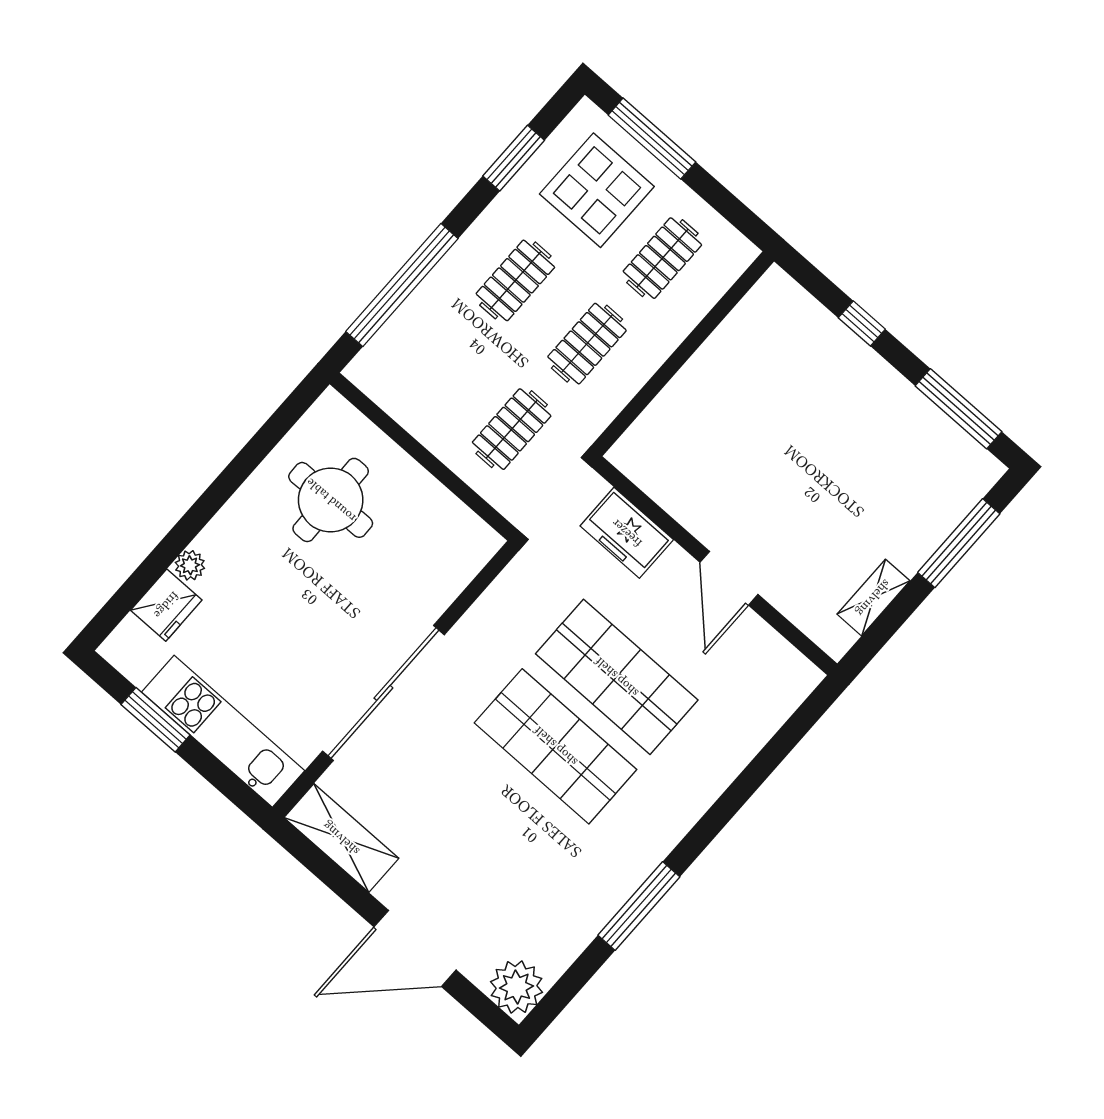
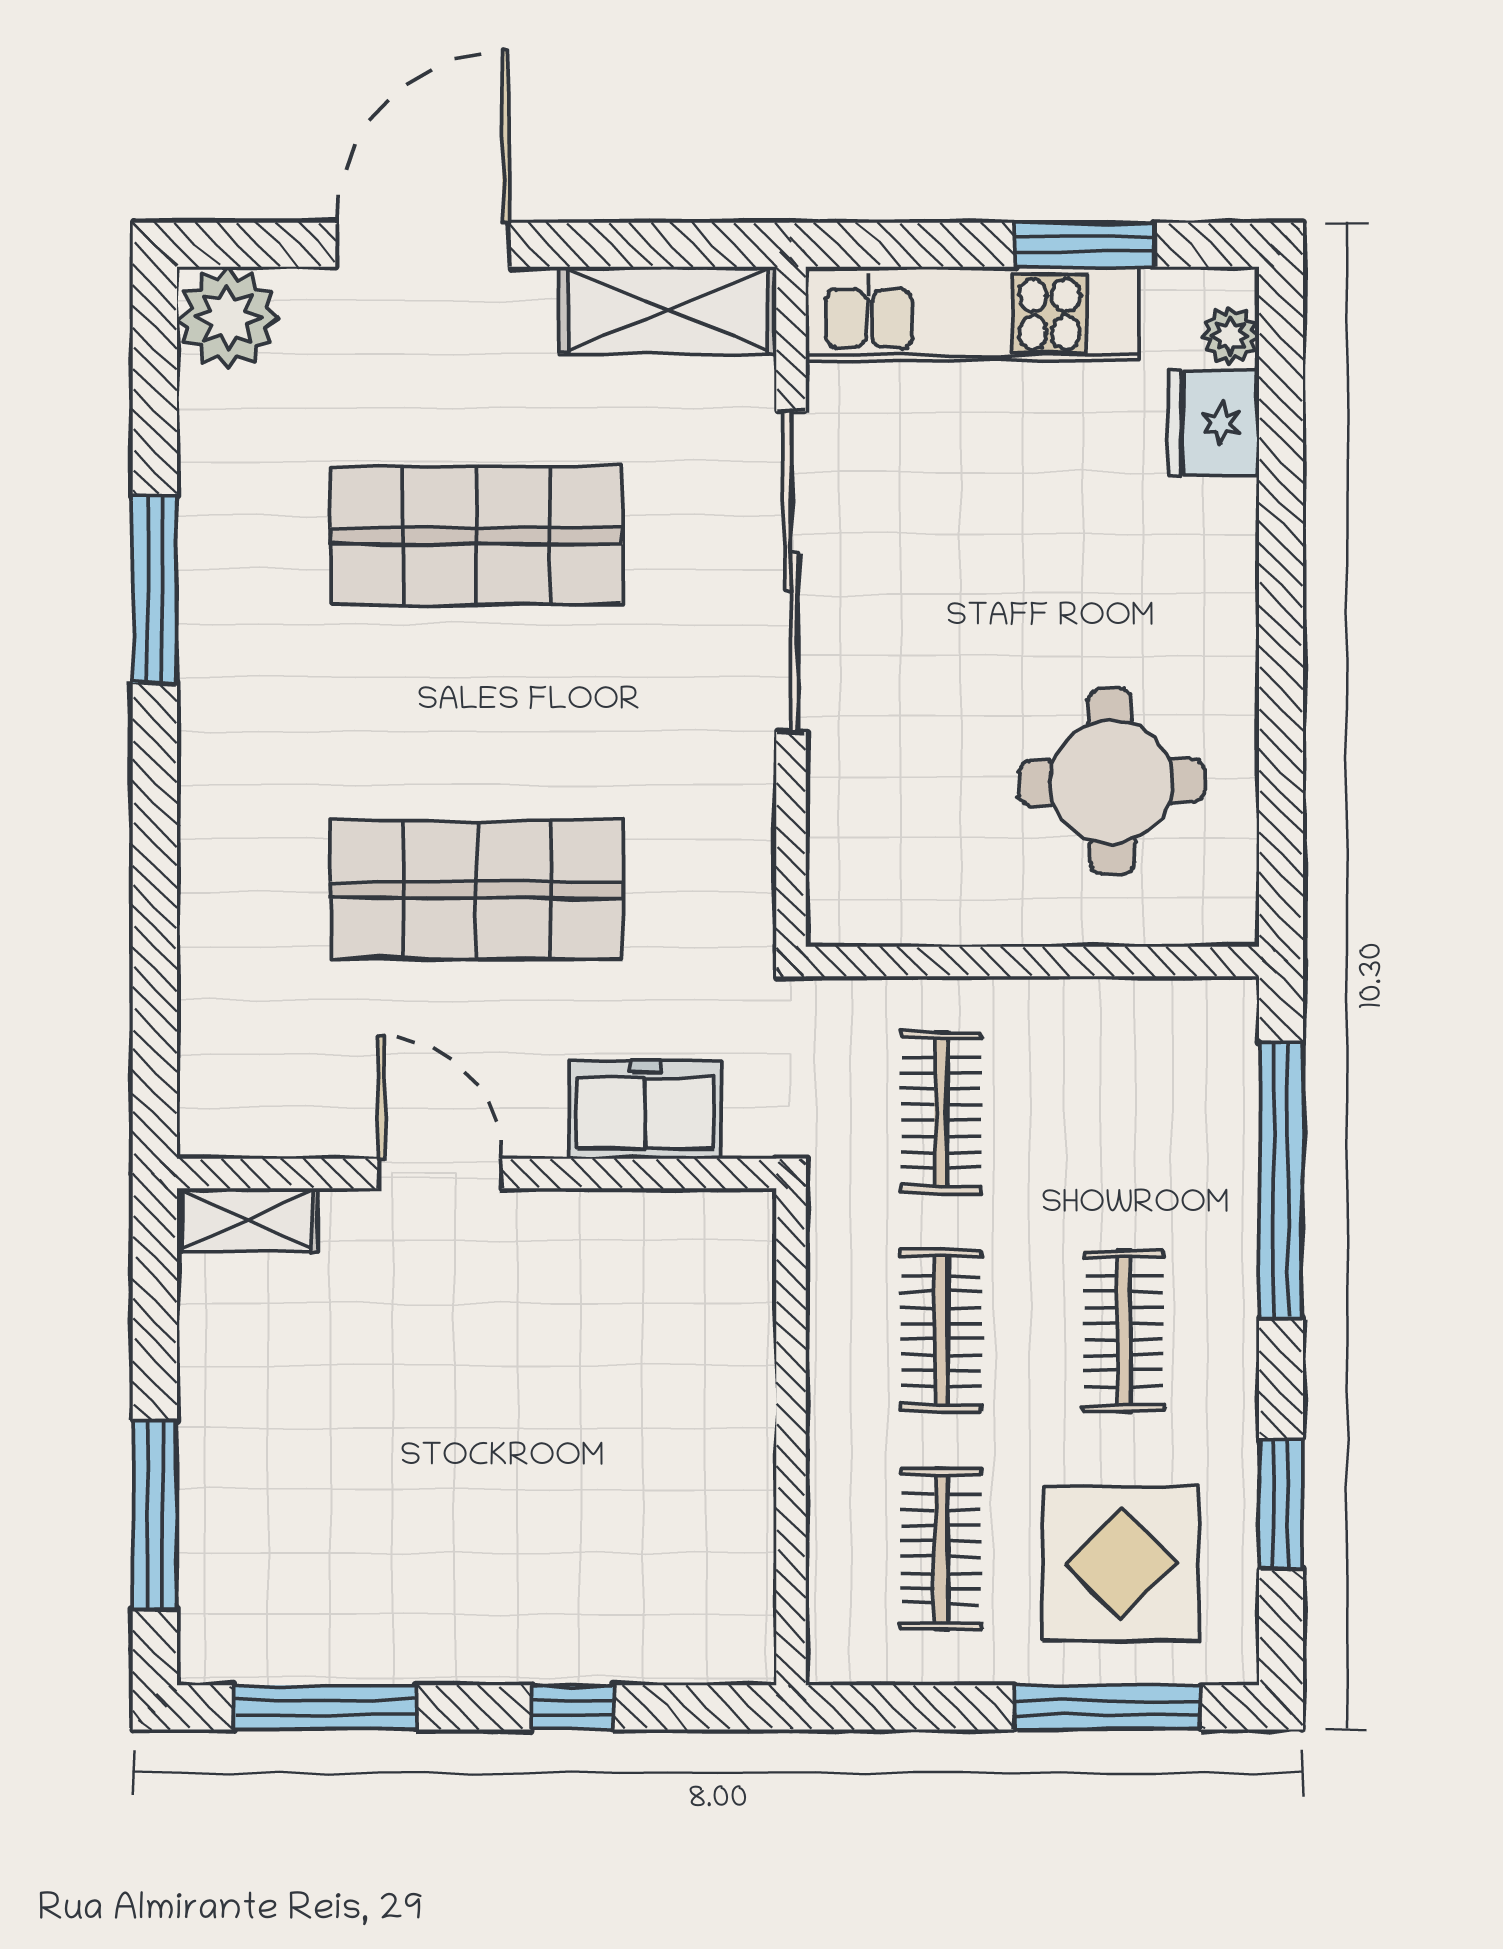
plant: (190, 565) -> (1230, 336), moved
shelving: (873, 598) -> (247, 1220), moved, turned 90
shop shelf: (556, 746) -> (477, 536), moved

